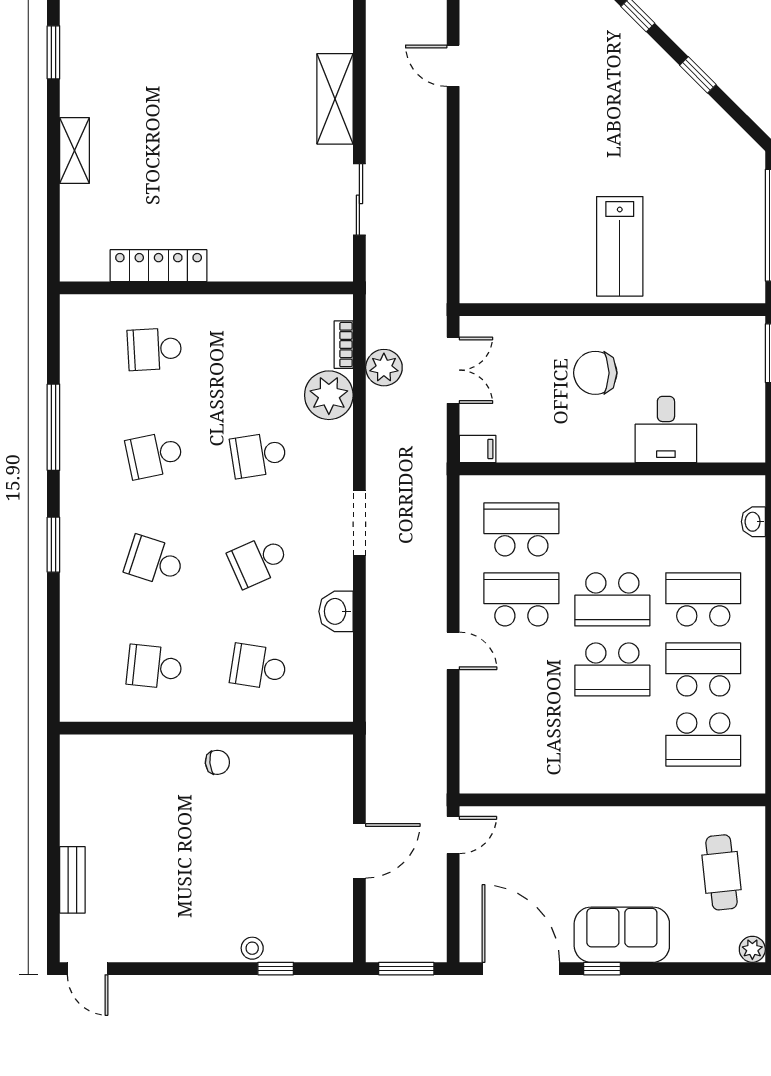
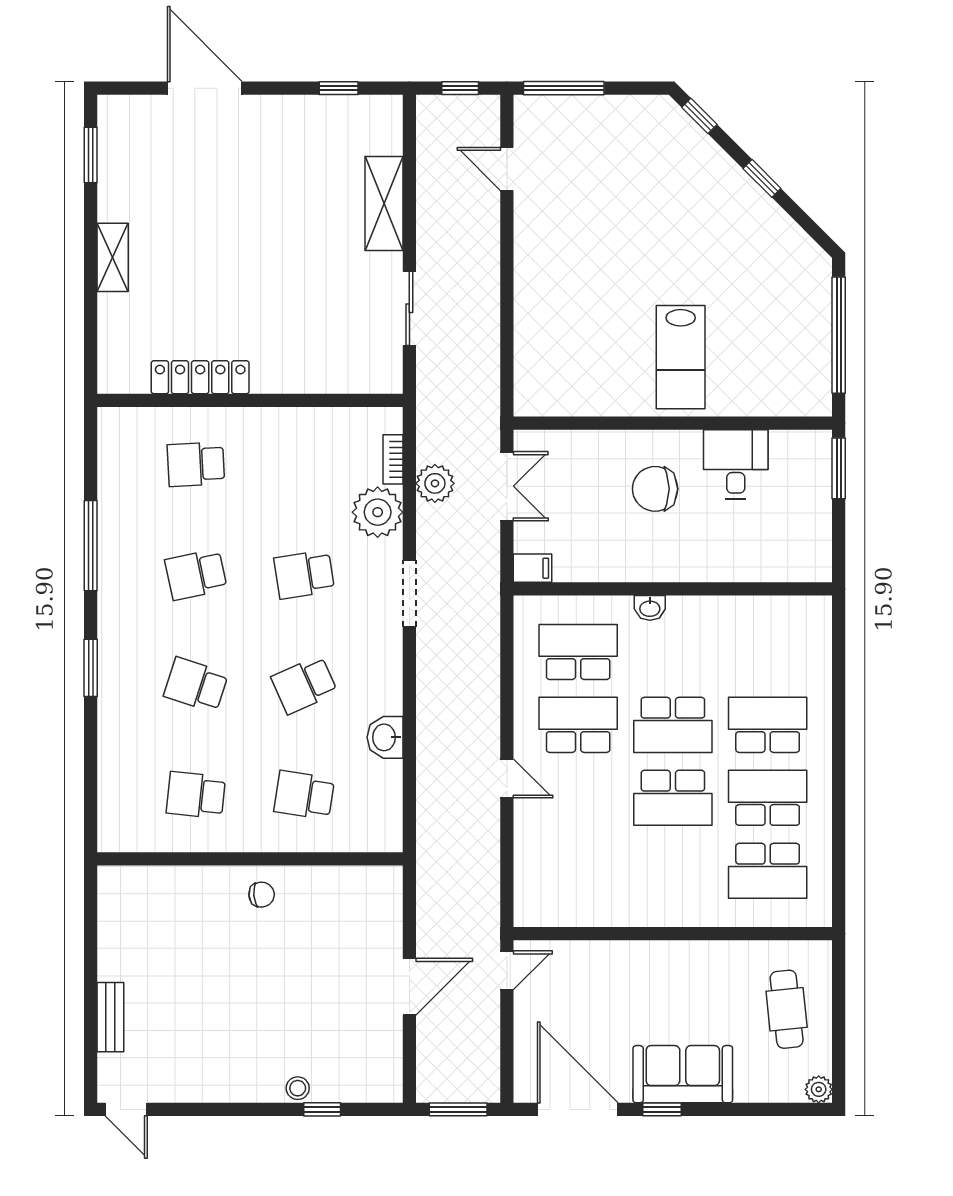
desk: (666, 430) -> (736, 464), moved, turned 180
washbasin: (753, 522) -> (650, 608), moved, turned -90
doorway: (359, 523) -> (409, 593), moved

